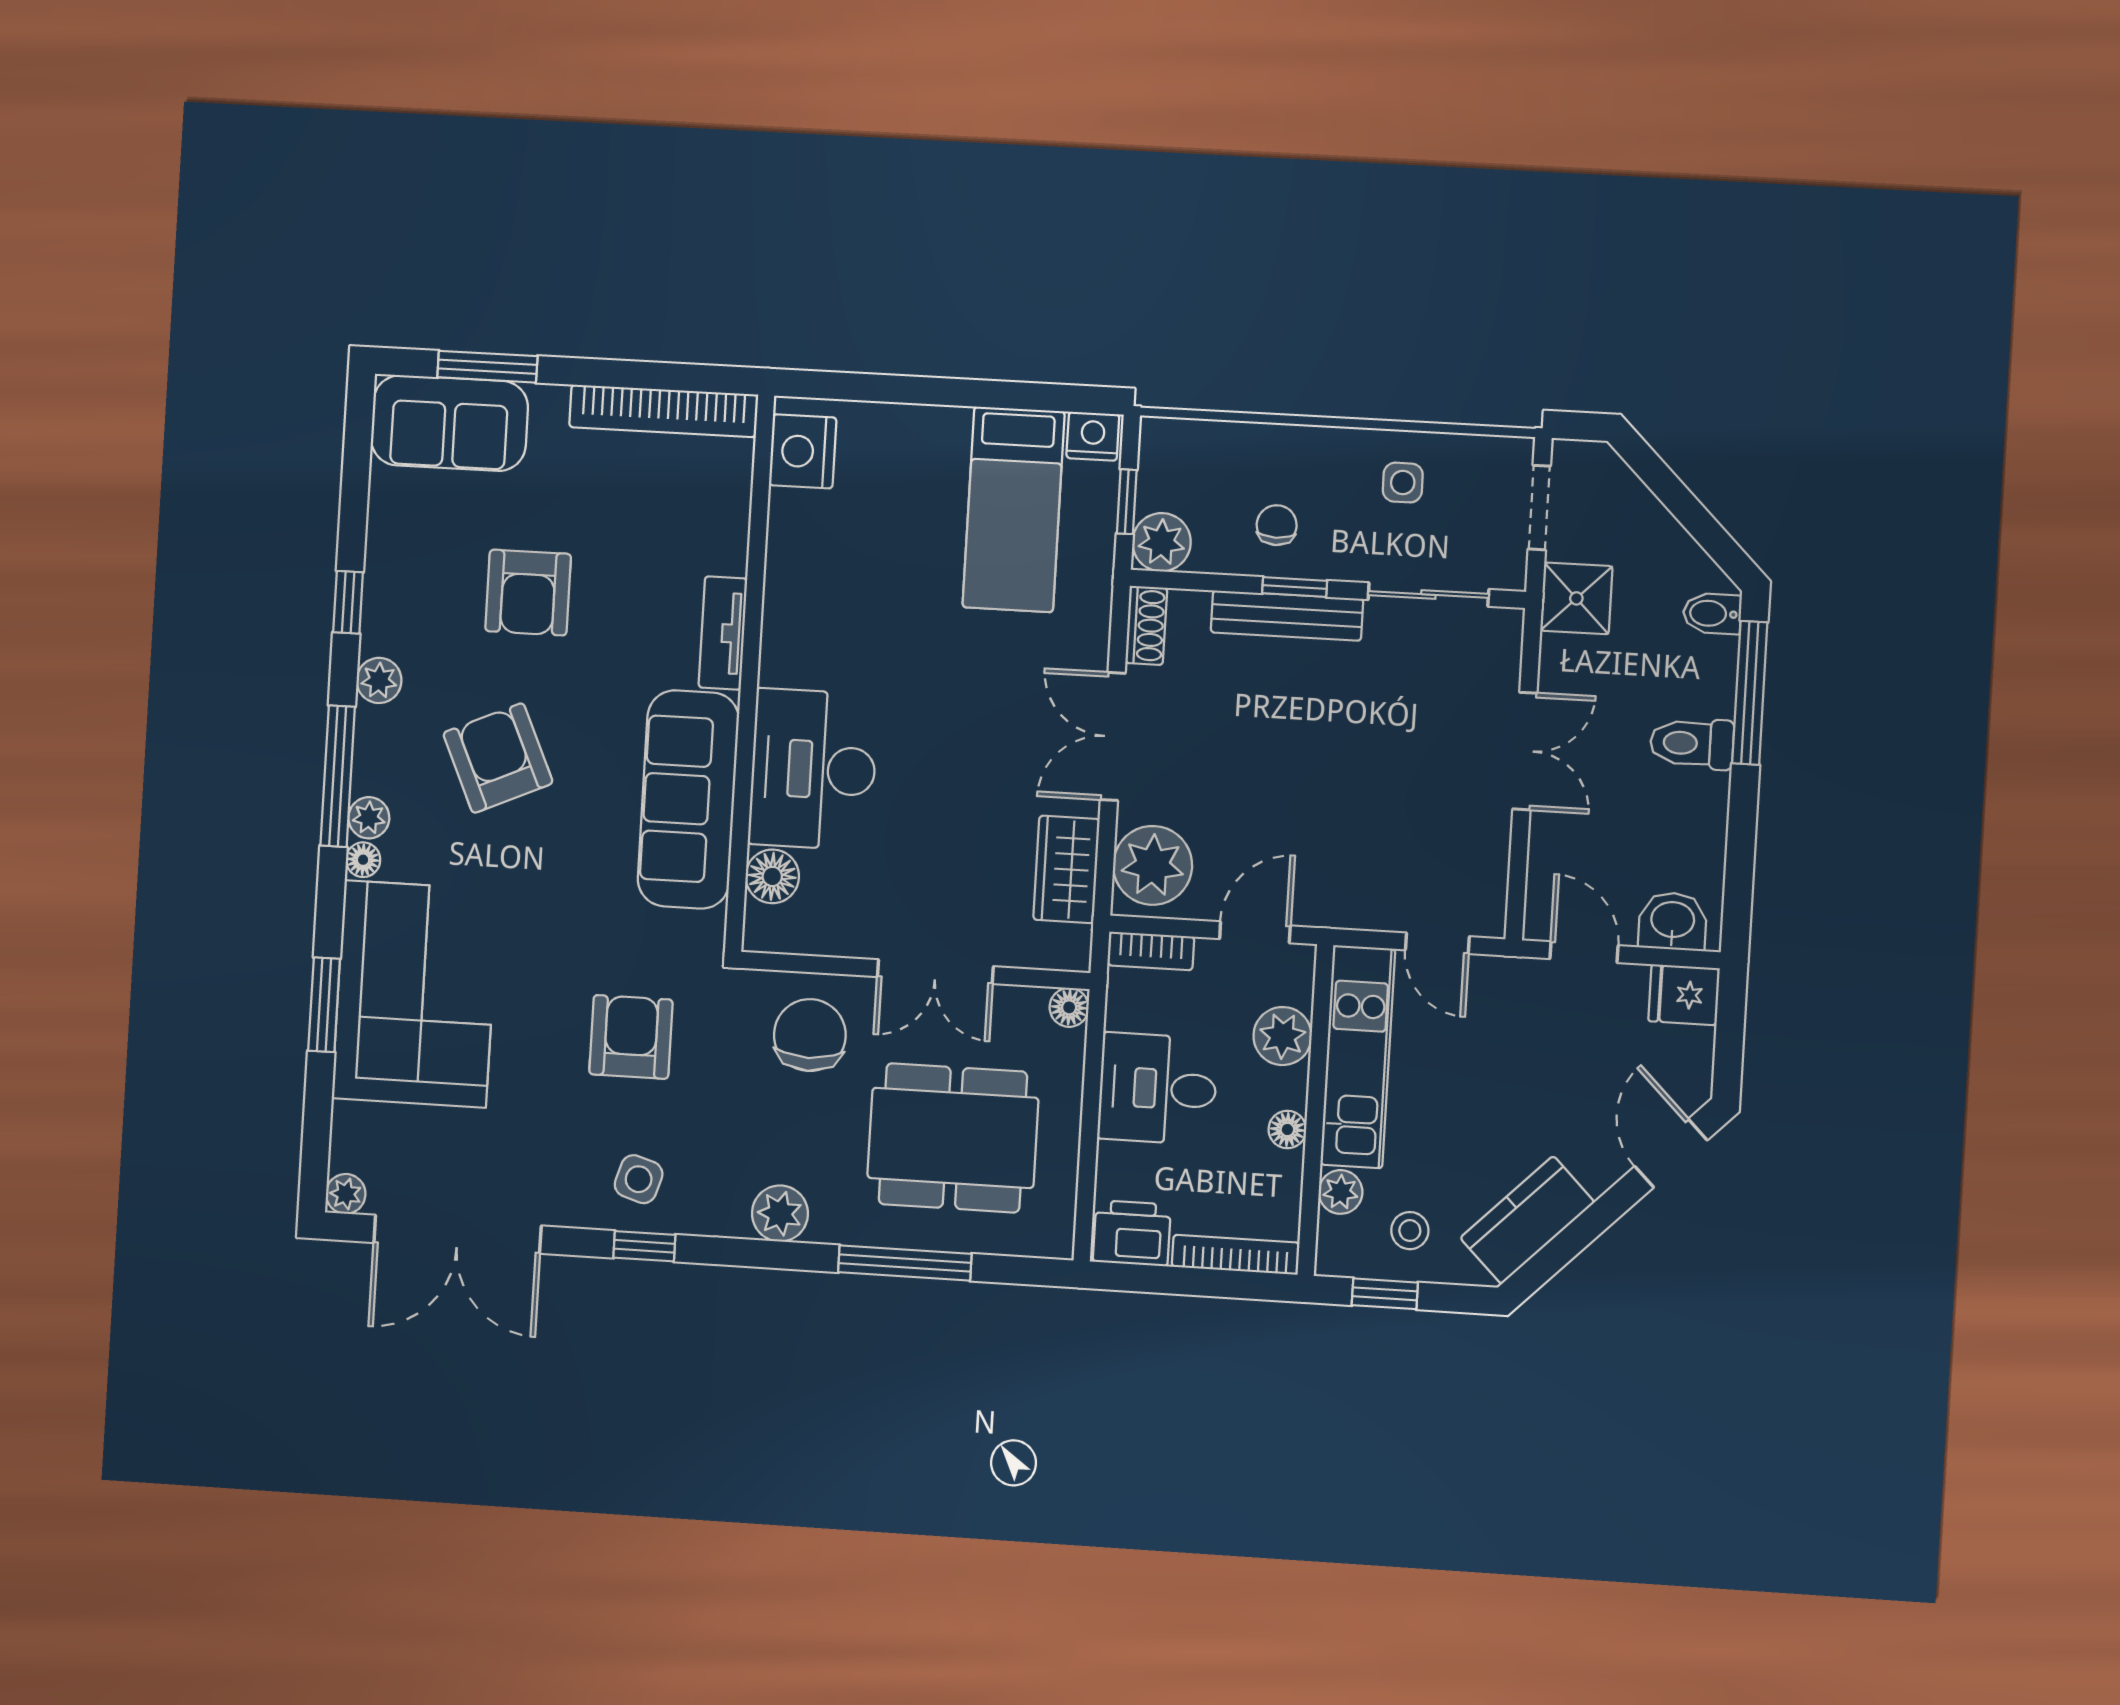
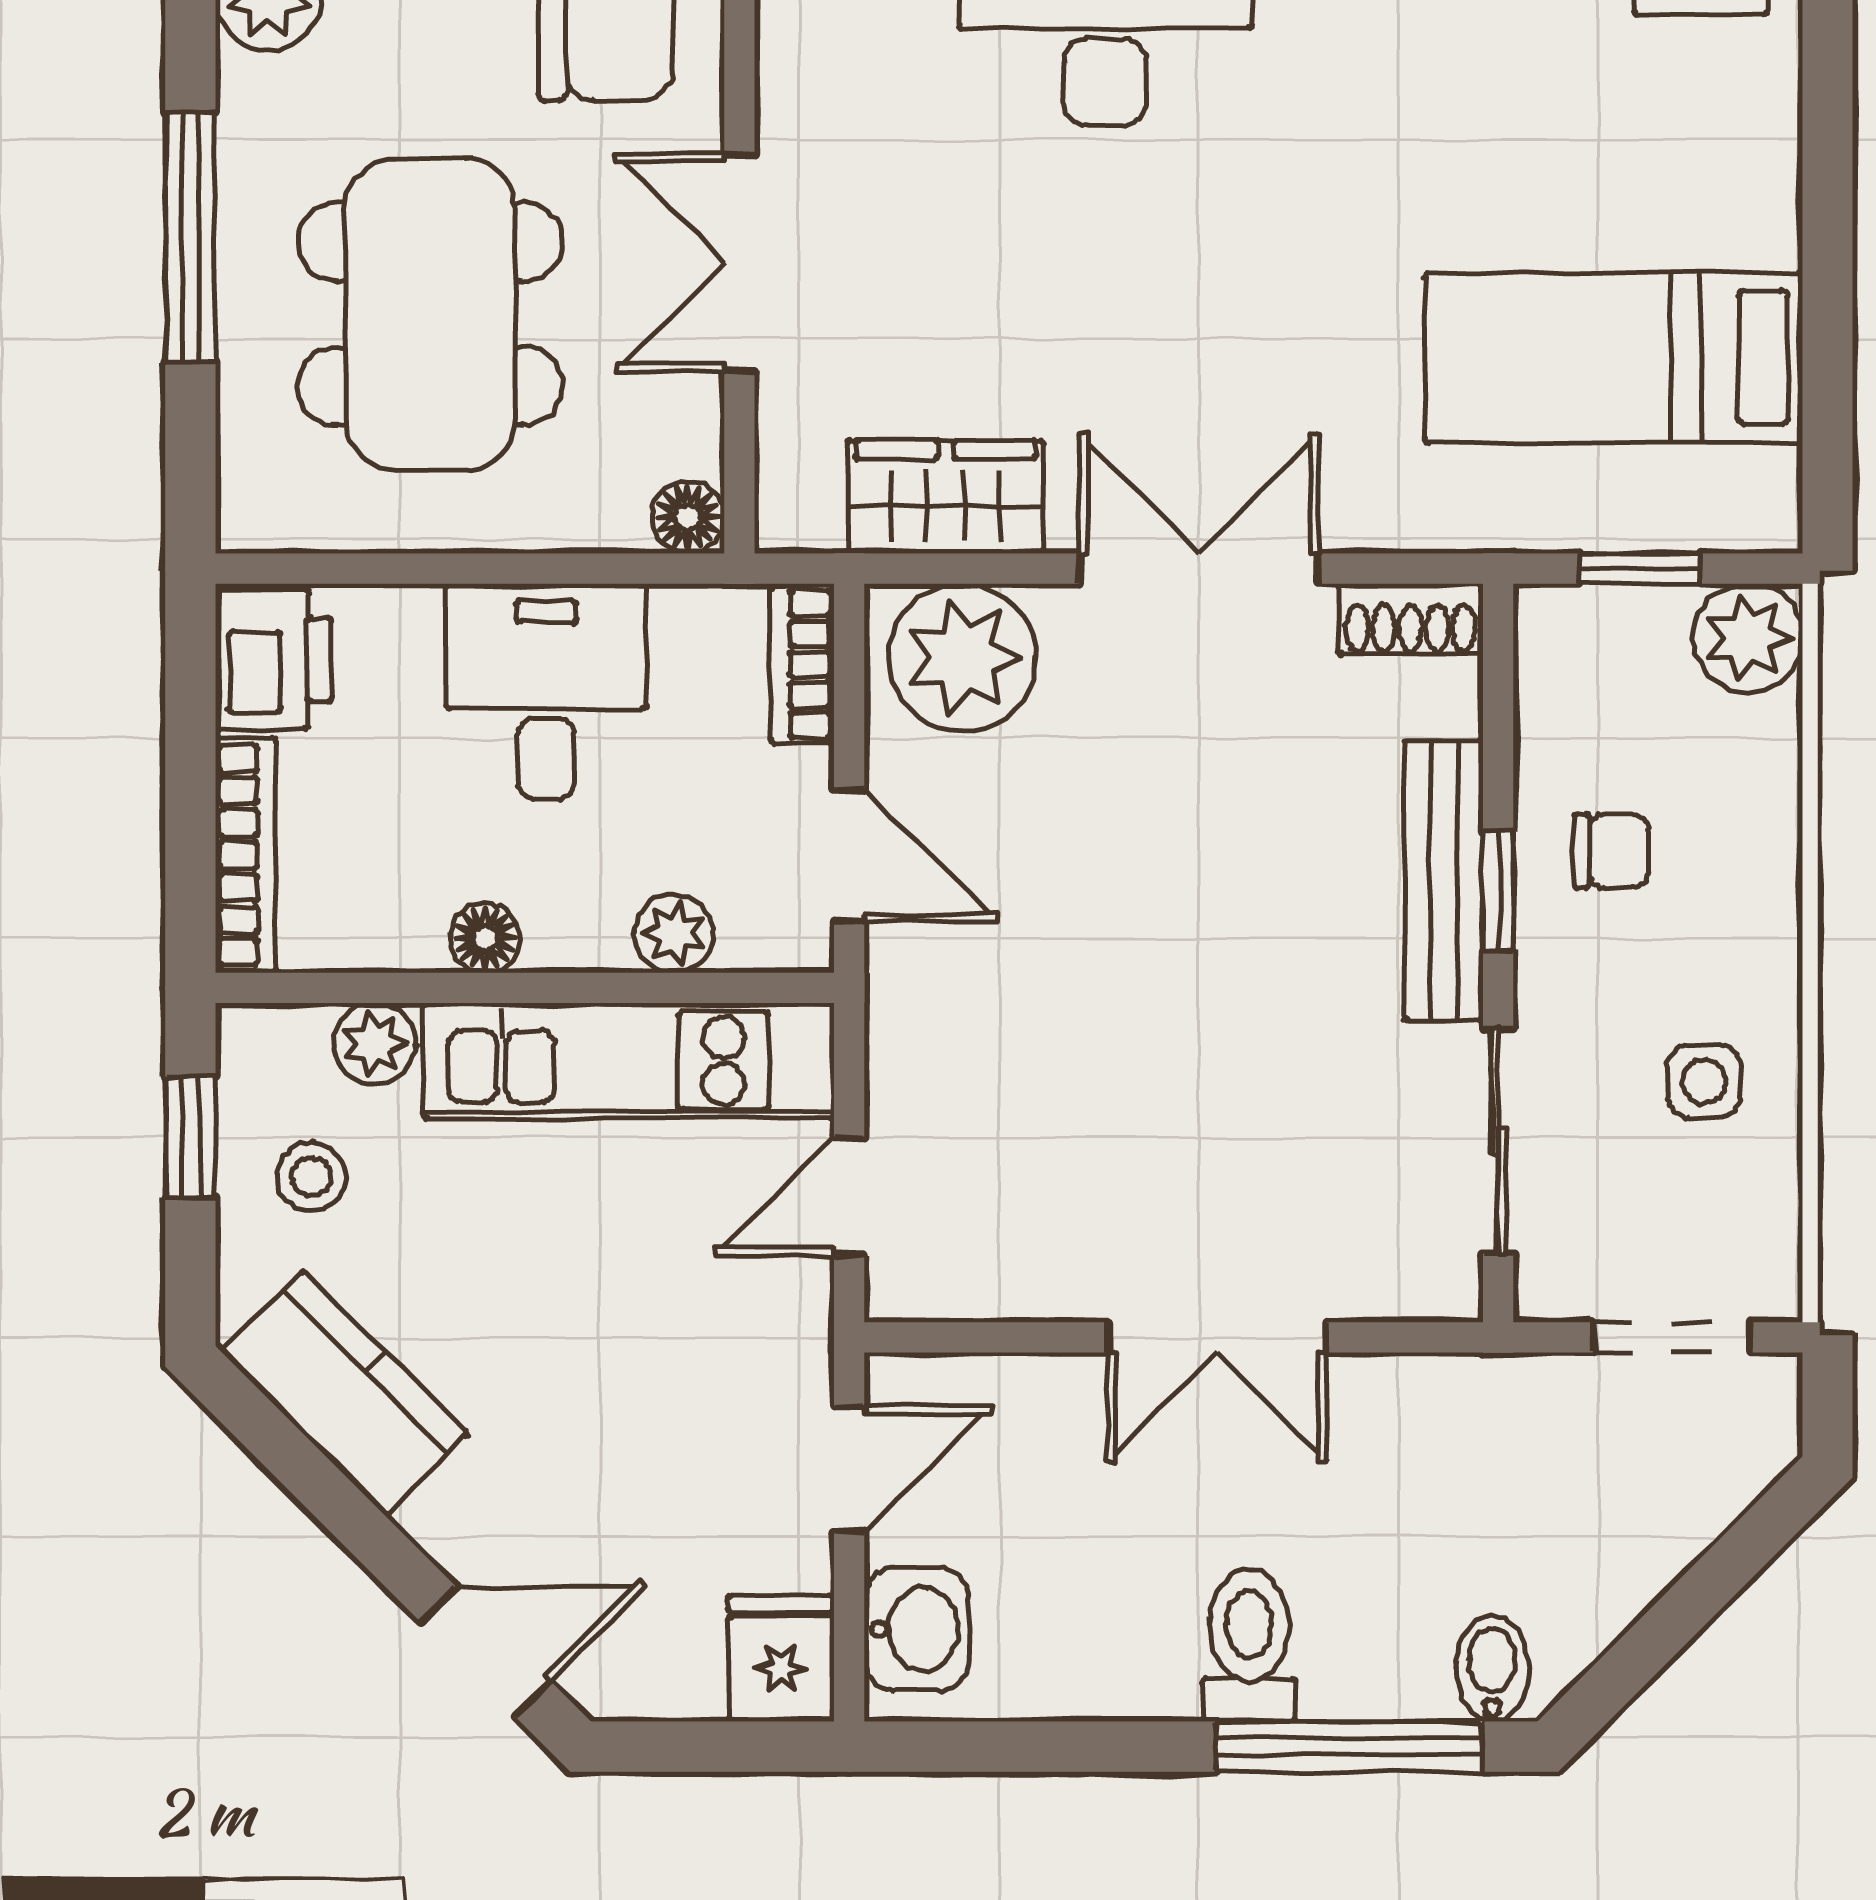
nightstand: (1093, 436) -> (1759, 498), removed
plant: (1162, 542) -> (1748, 638), moved
shower: (1576, 598) -> (1506, 1416), removed
plant: (1283, 1036) -> (674, 933), width x0.73, depth x0.73

